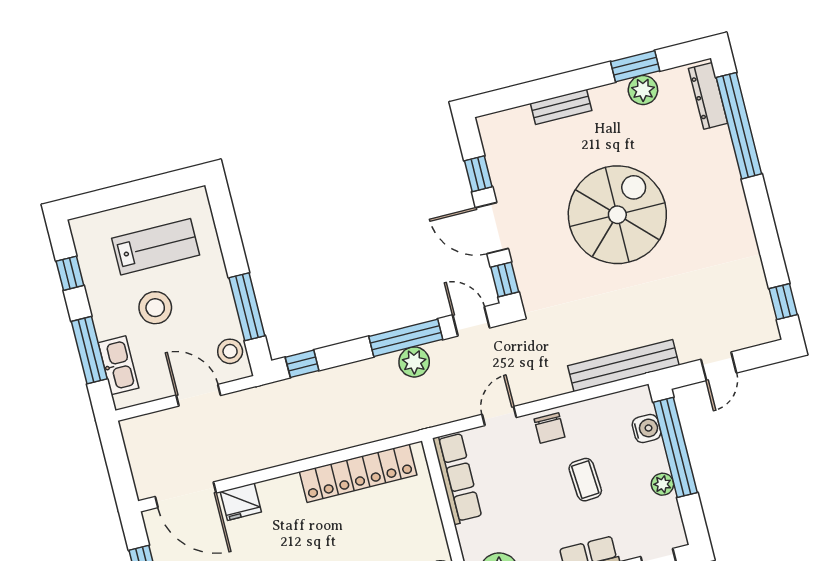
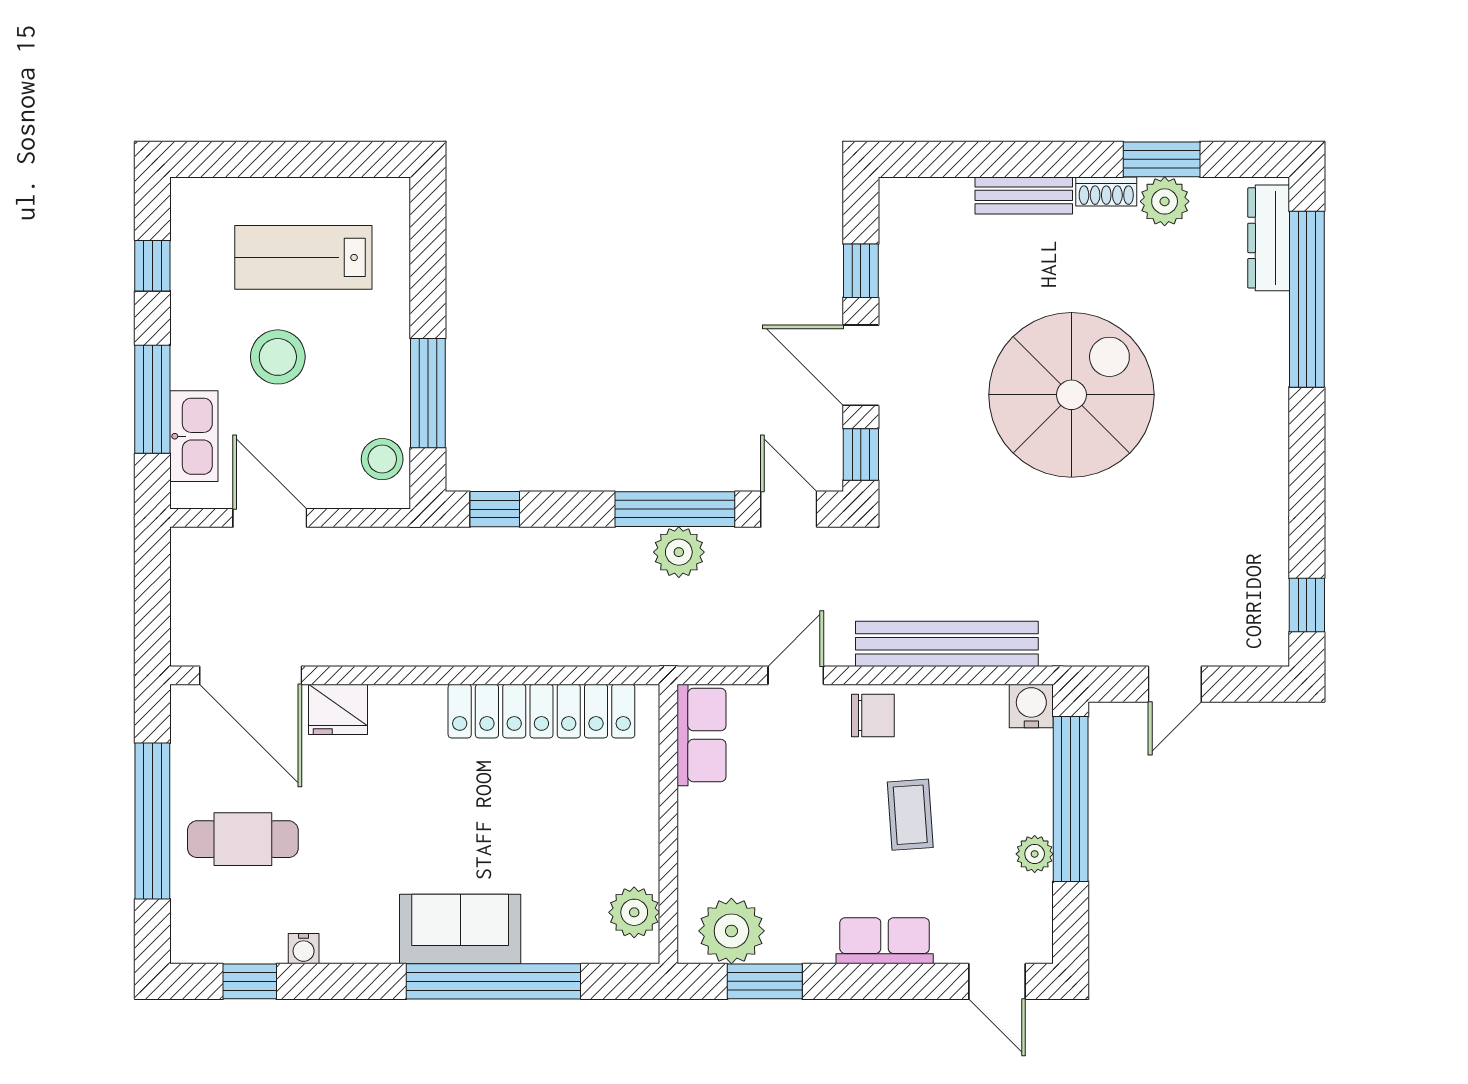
shoe rack: (608, 93) -> (1106, 192), added
lab bench: (156, 247) -> (303, 257), turned 180
bench: (623, 366) -> (947, 644), moved
door: (198, 395) -> (270, 518), moved
chair: (549, 428) -> (873, 716), turned -90
water cooler: (646, 429) -> (1031, 706), moved, turned -90
row of seats: (457, 478) -> (702, 735), width x0.68

